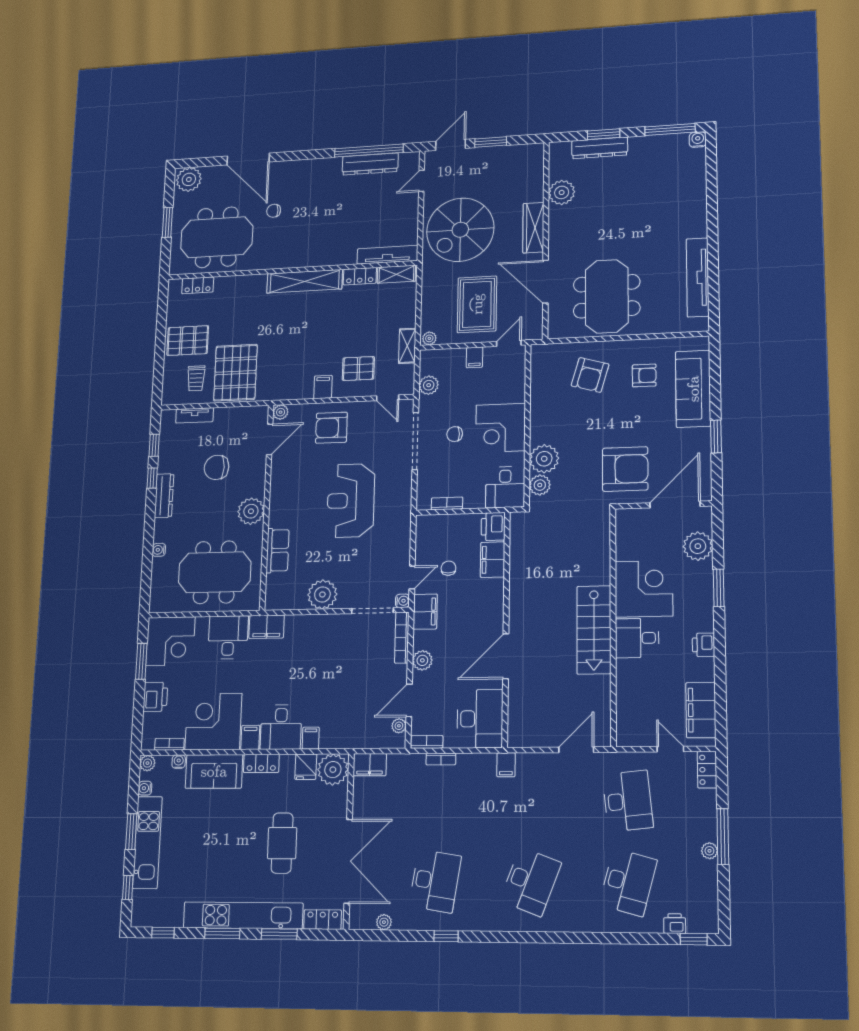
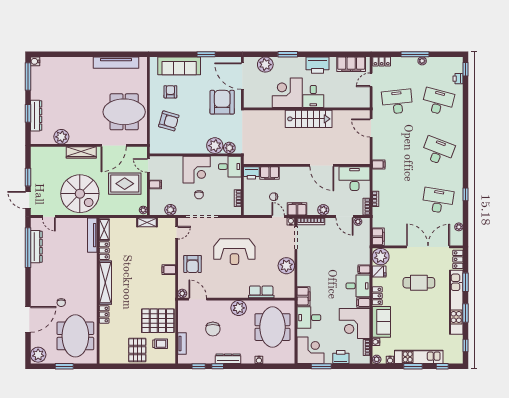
locker: (198, 285) -> (104, 315), moved
pallet: (358, 369) -> (159, 250), removed
printer: (703, 645) -> (317, 65), width x1.87, depth x1.48

